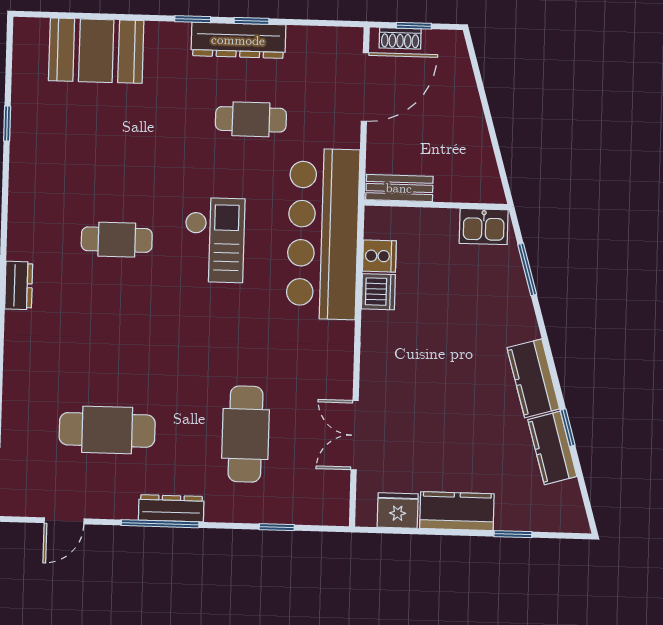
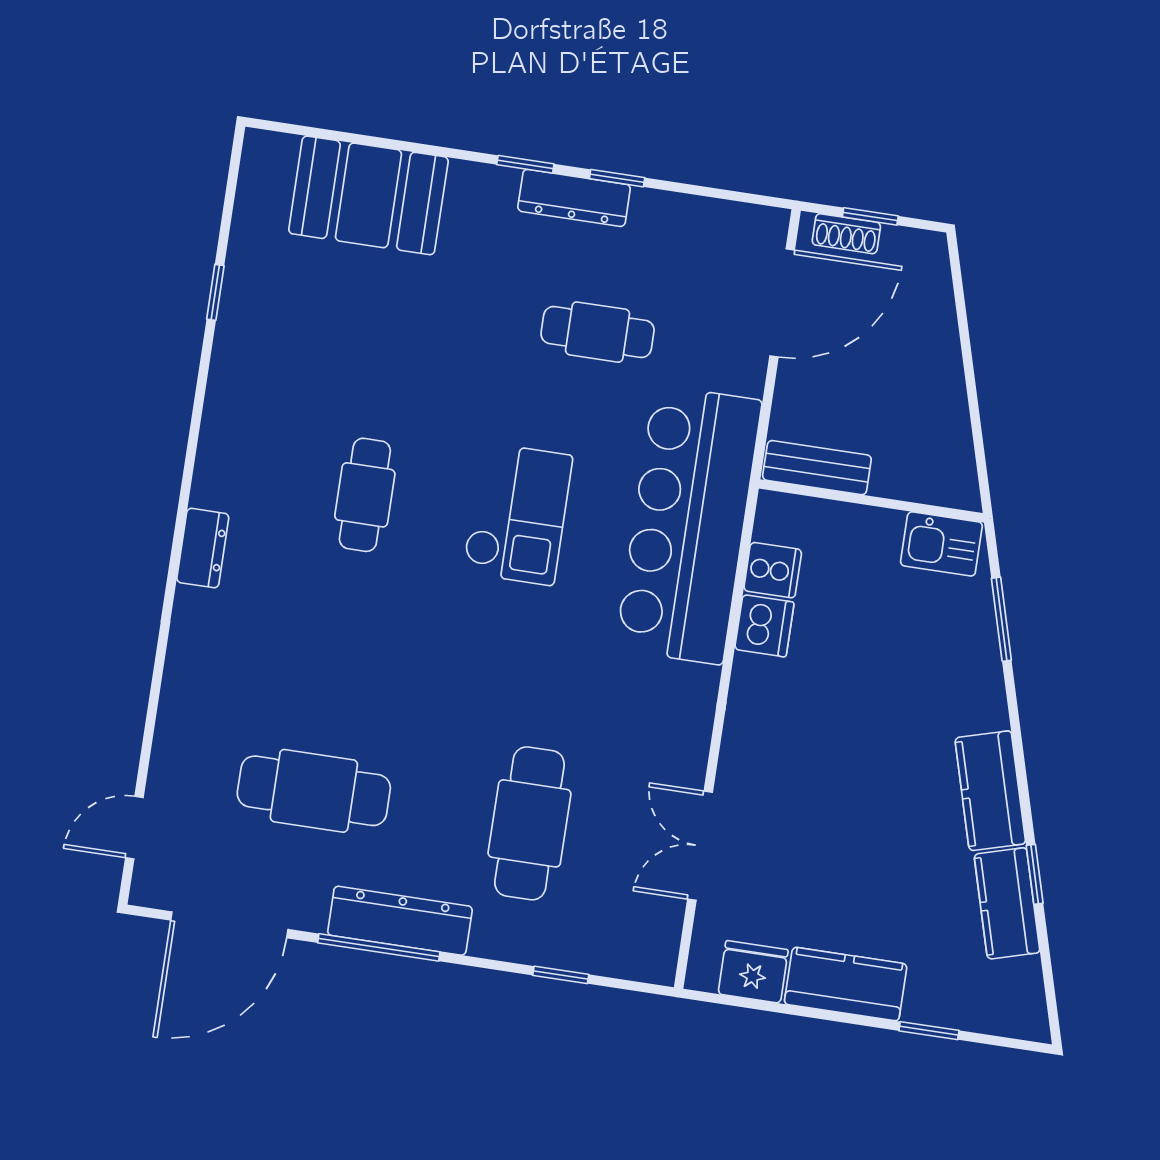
dresser: (238, 40) -> (574, 198), width x0.73, depth x0.80
cafe table: (117, 240) -> (365, 495), turned 90
dresser: (171, 508) -> (400, 921), width x1.37, depth x1.24
door: (64, 521) -> (229, 925), width x1.88

